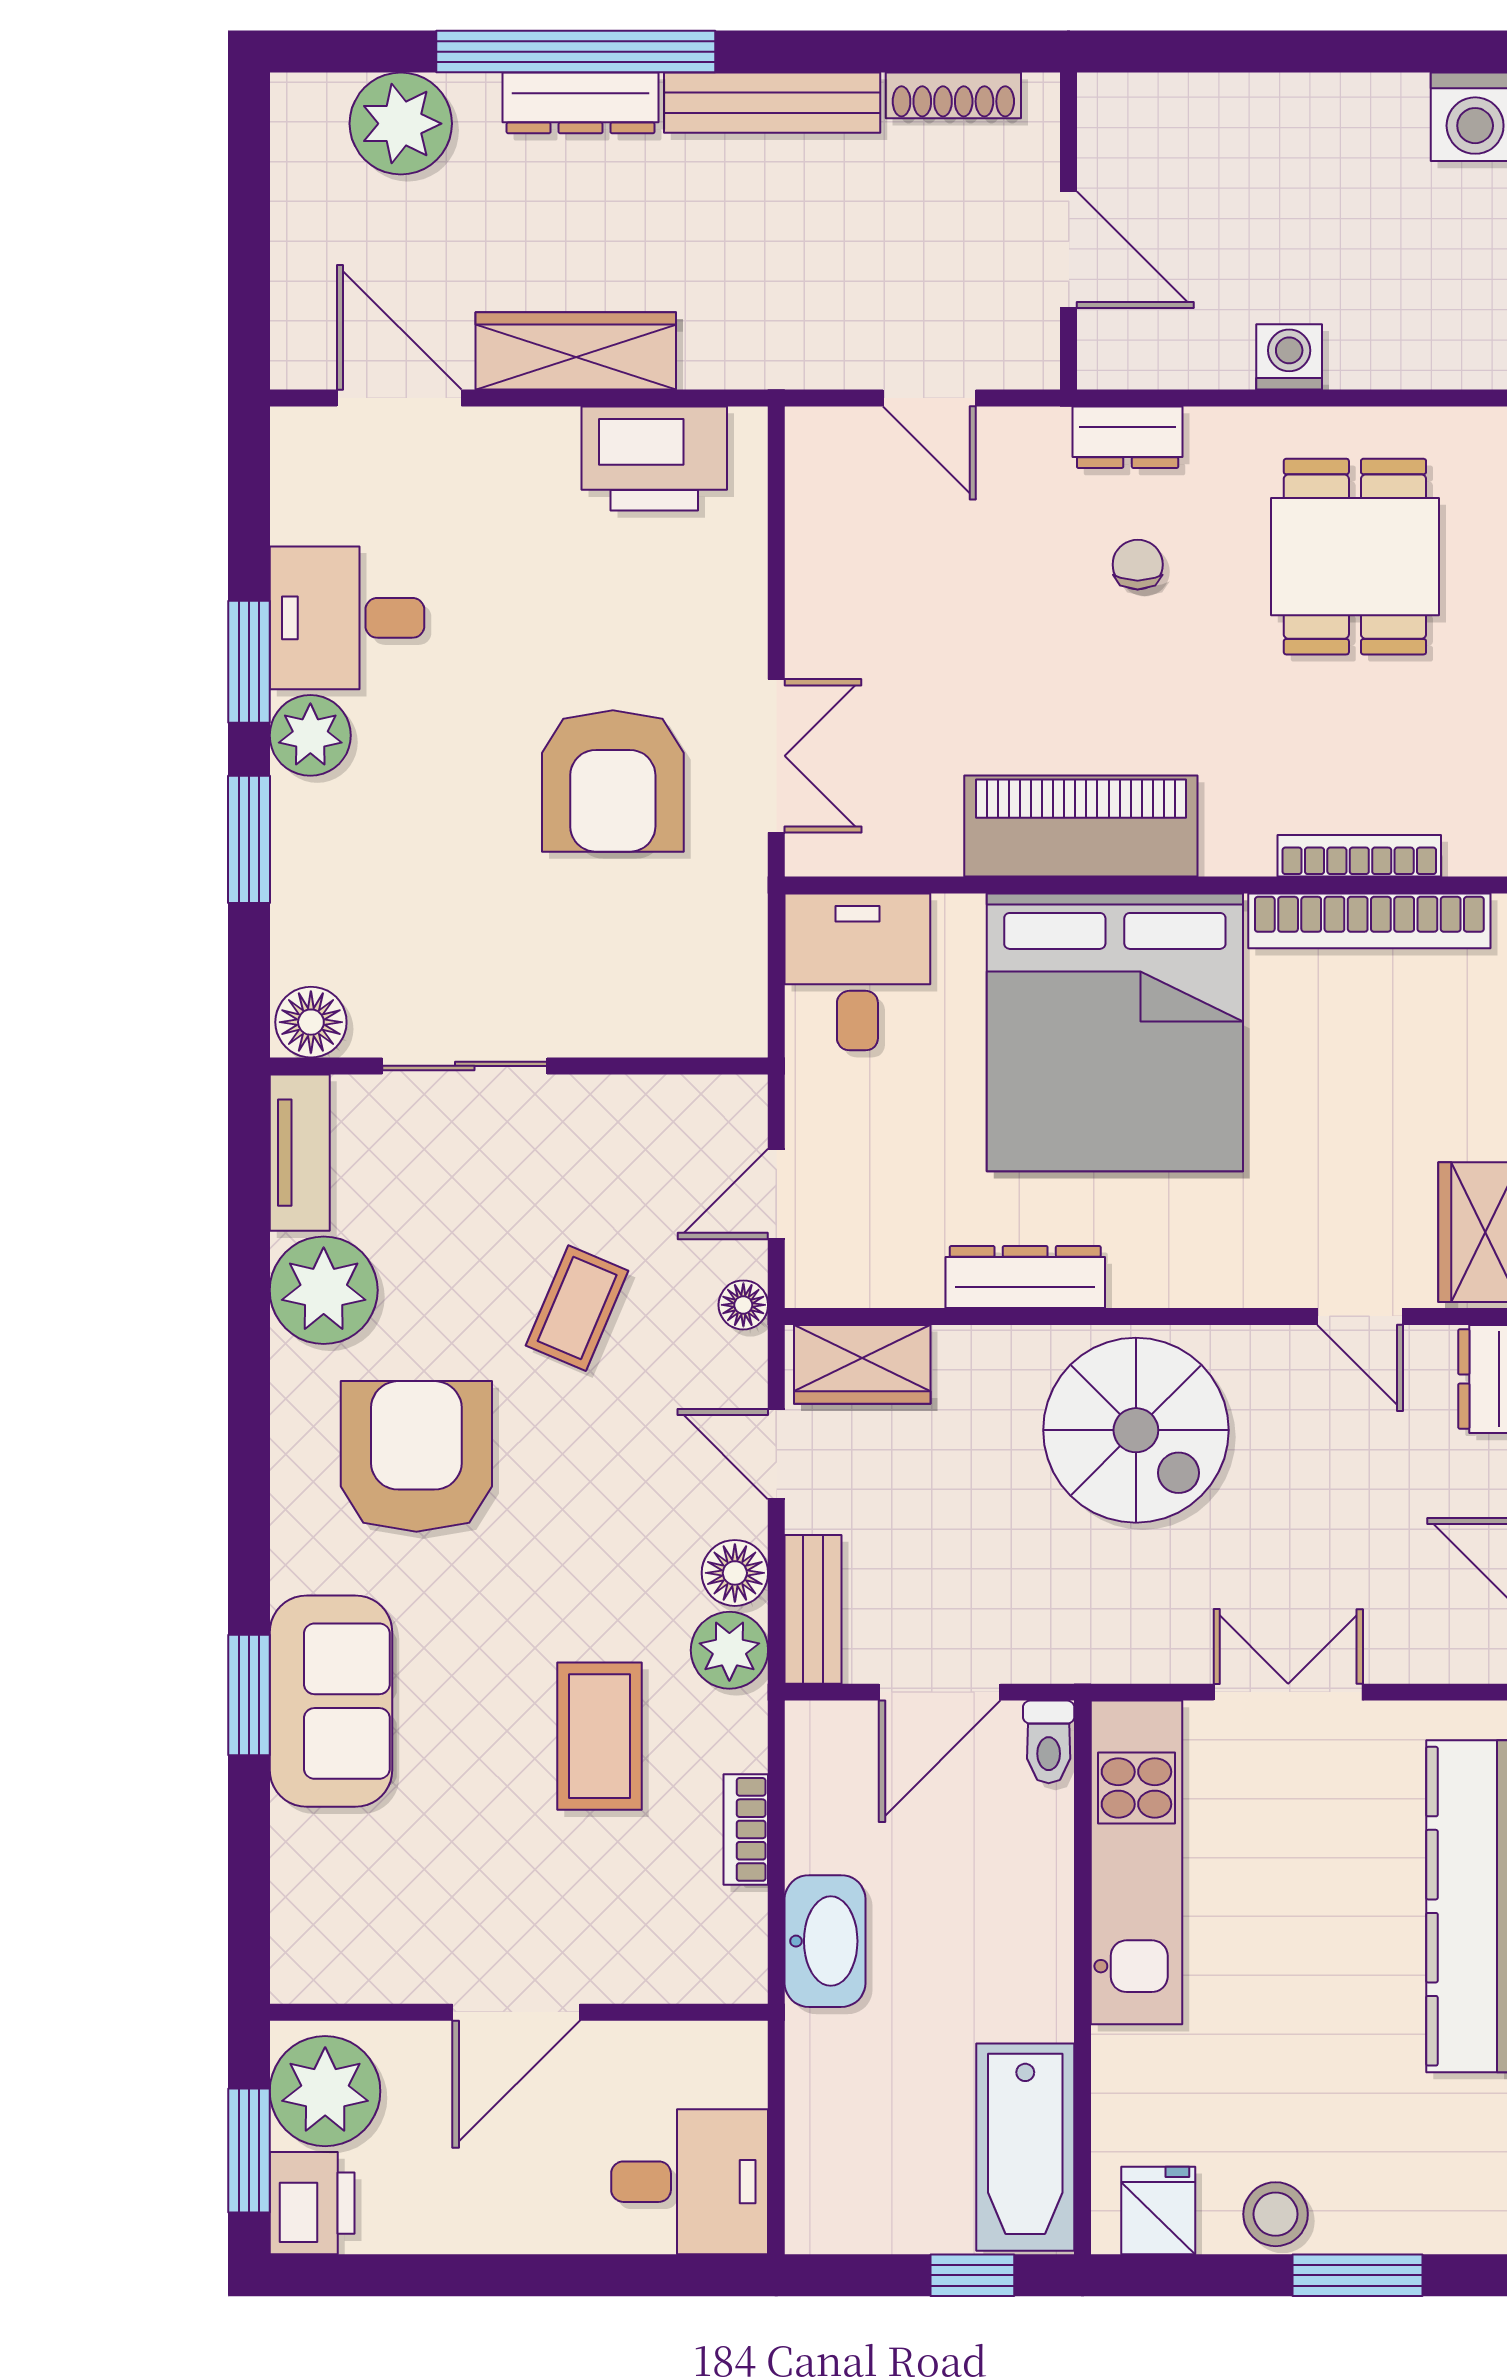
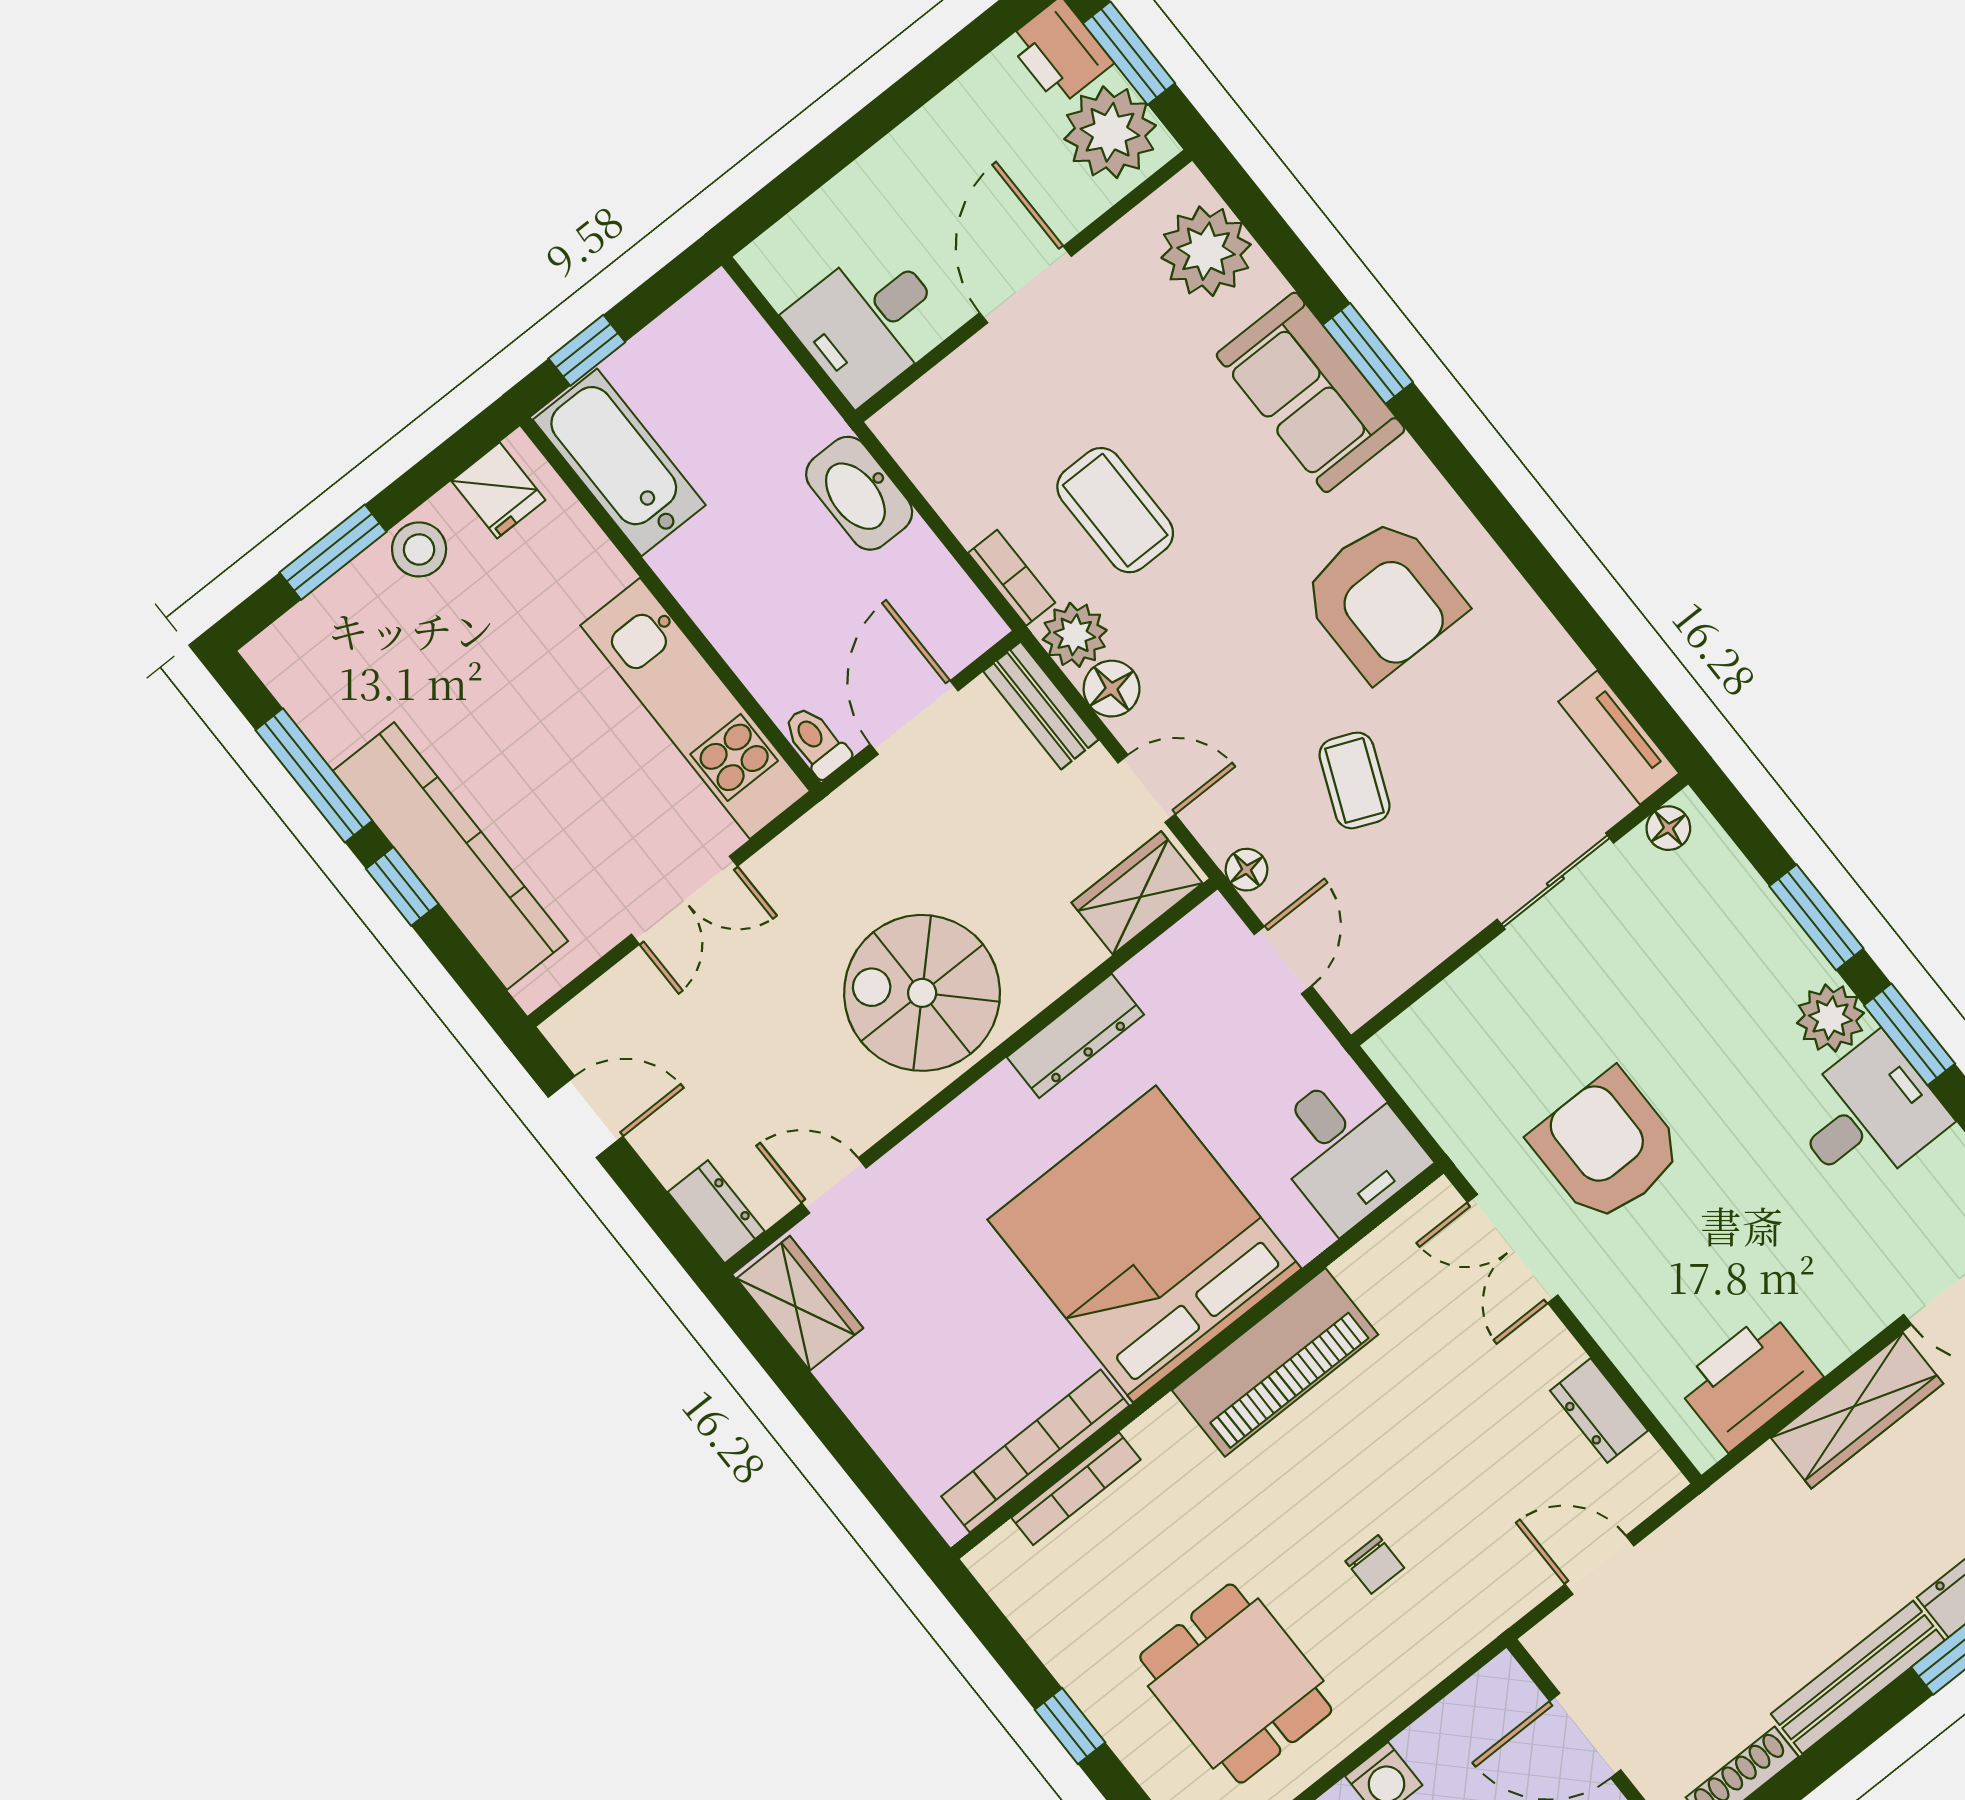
dresser: (1128, 437) -> (1599, 1411), moved, turned -90
floor lamp: (311, 1022) -> (1668, 828), width x0.73, depth x0.73
plant: (324, 1290) -> (1206, 251), moved
bookcase: (746, 1829) -> (1012, 578), moved
desk: (690, 2182) -> (869, 322), moved

